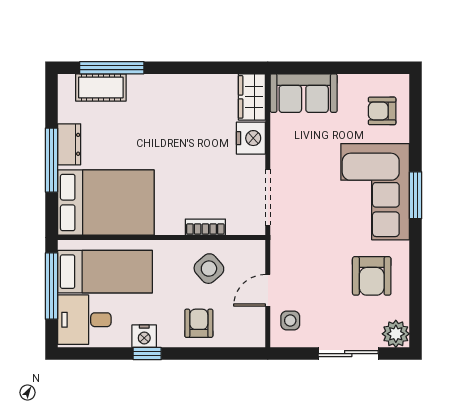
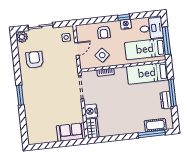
armchair: (382, 111) -> (38, 128), removed
corner sofa: (375, 192) -> (37, 95), removed
bed: (106, 202) -> (147, 73), width x0.67

